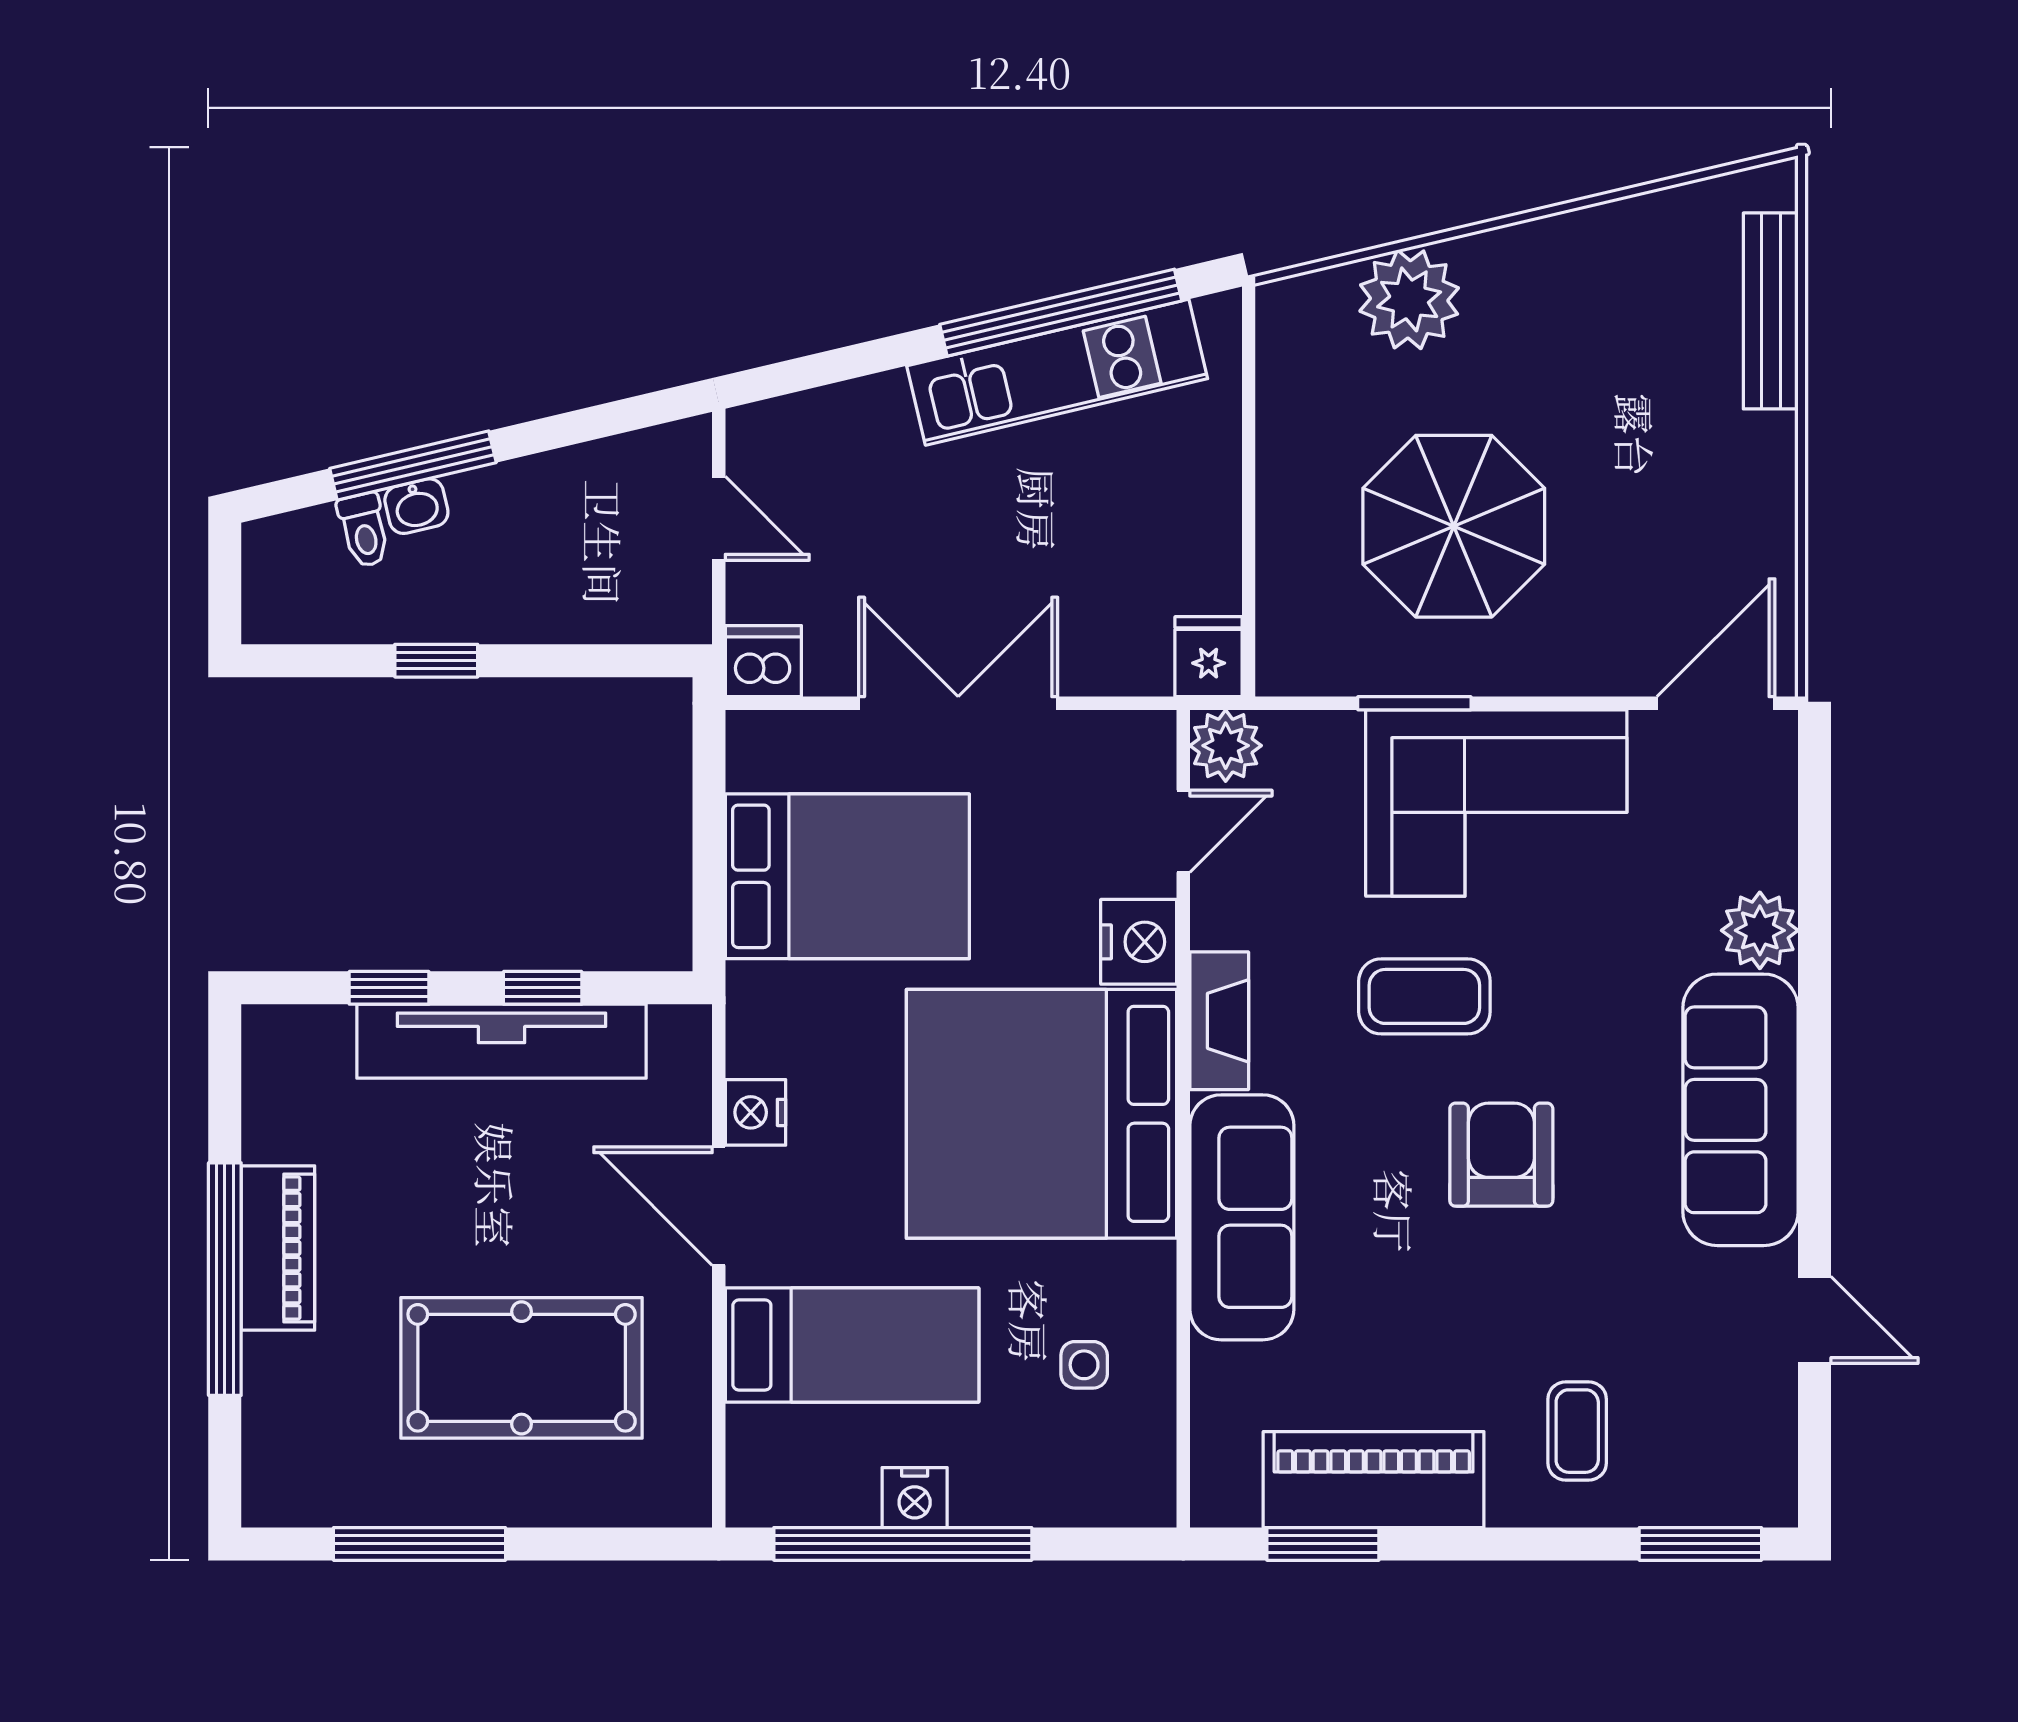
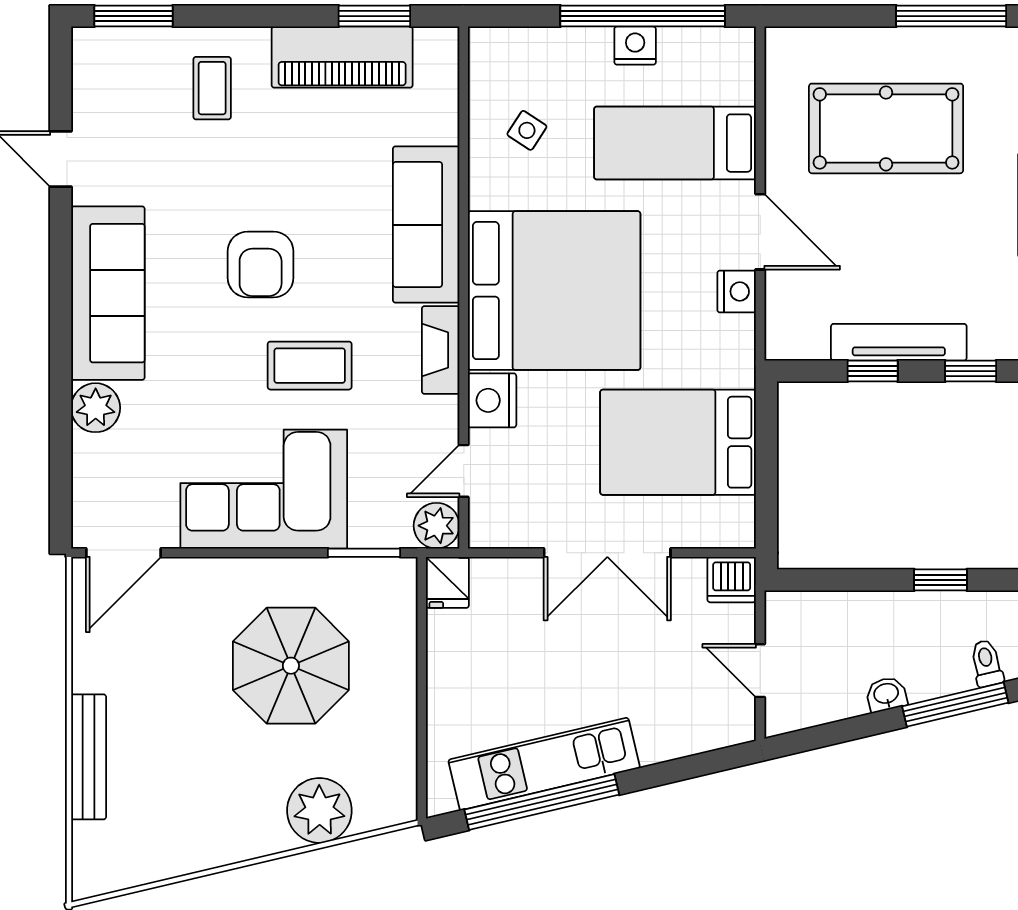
bench: (1771, 311) -> (89, 757), moved
washbasin: (416, 506) -> (886, 694), moved
window: (1414, 703) -> (364, 553), moved
tv unit: (502, 1041) -> (899, 342), width x0.73, depth x0.78
side table: (1084, 1365) -> (527, 130), turned 33

